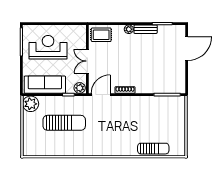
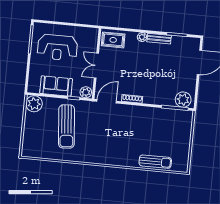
reception desk: (48, 47) -> (57, 47), turned 180
sofa: (45, 85) -> (56, 86), width x0.73
plant: (174, 86) -> (183, 100), added
sun lounger: (64, 123) -> (67, 126), turned 85

